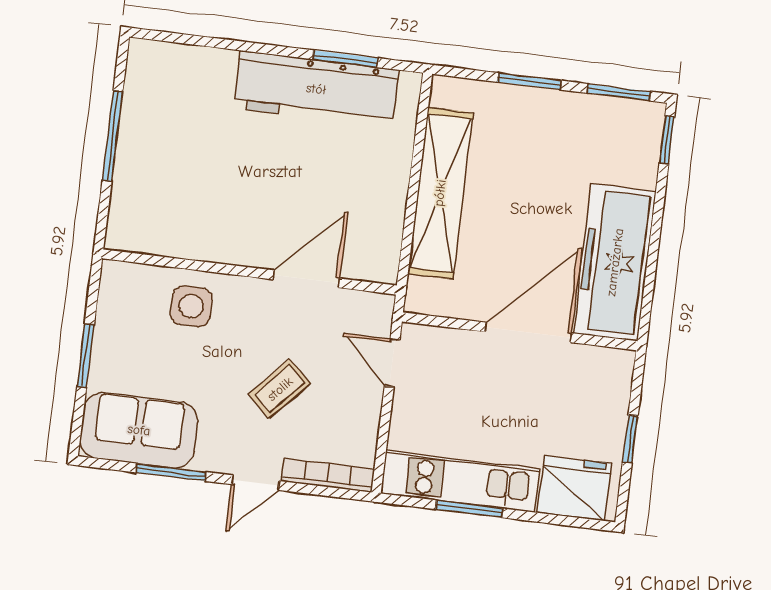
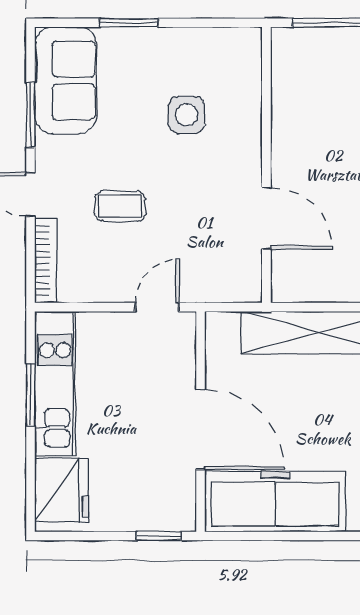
wall: (250, 272) -> (266, 165), moved
door: (306, 279) -> (266, 218), moved
coffee table: (280, 389) -> (120, 206), turned -42
window: (630, 439) -> (159, 536), moved

